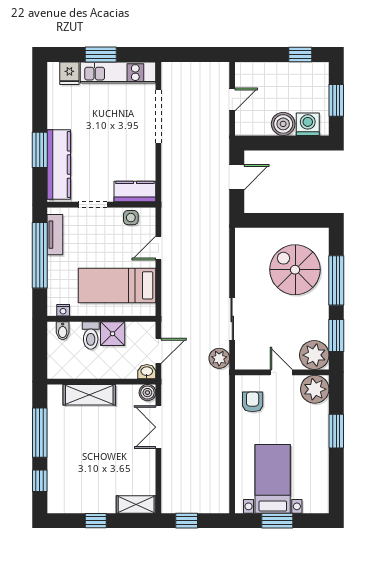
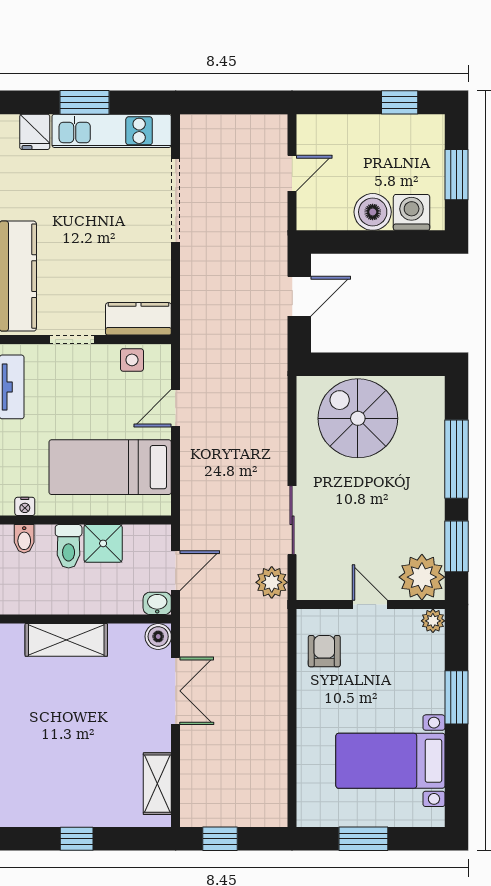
spiral stairs: (295, 270) -> (358, 418), moved
plant: (315, 389) -> (433, 621), width x0.53, depth x0.53
double door: (158, 427) -> (176, 691), swing flipped
bed with nightstands: (273, 479) -> (390, 761), moved, turned -90
shelving: (136, 504) -> (157, 784), moved, turned 90

